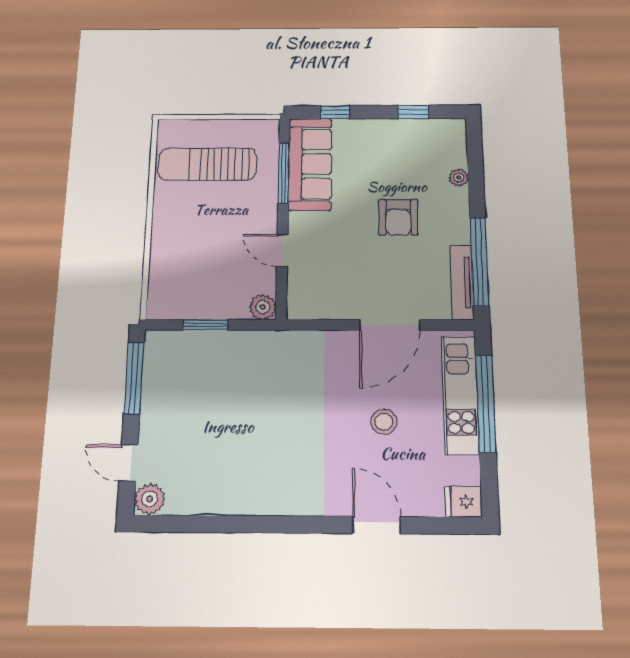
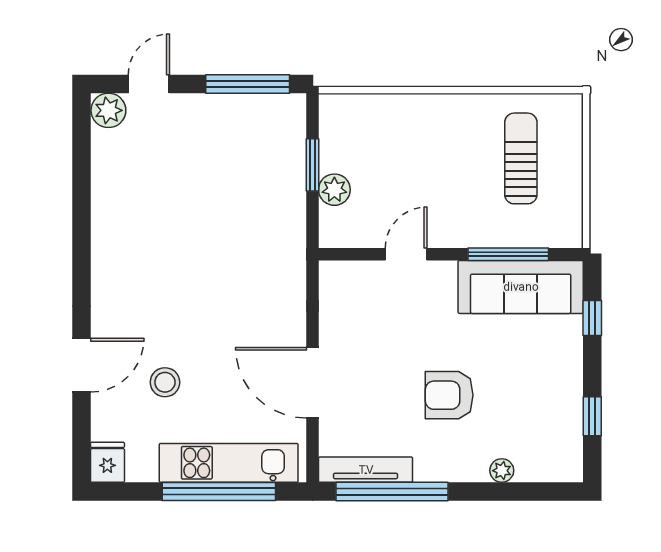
sun lounger: (207, 164) -> (521, 158), width x0.73, depth x0.75
plant: (263, 307) -> (334, 190), moved
stool: (384, 422) -> (165, 382), moved

